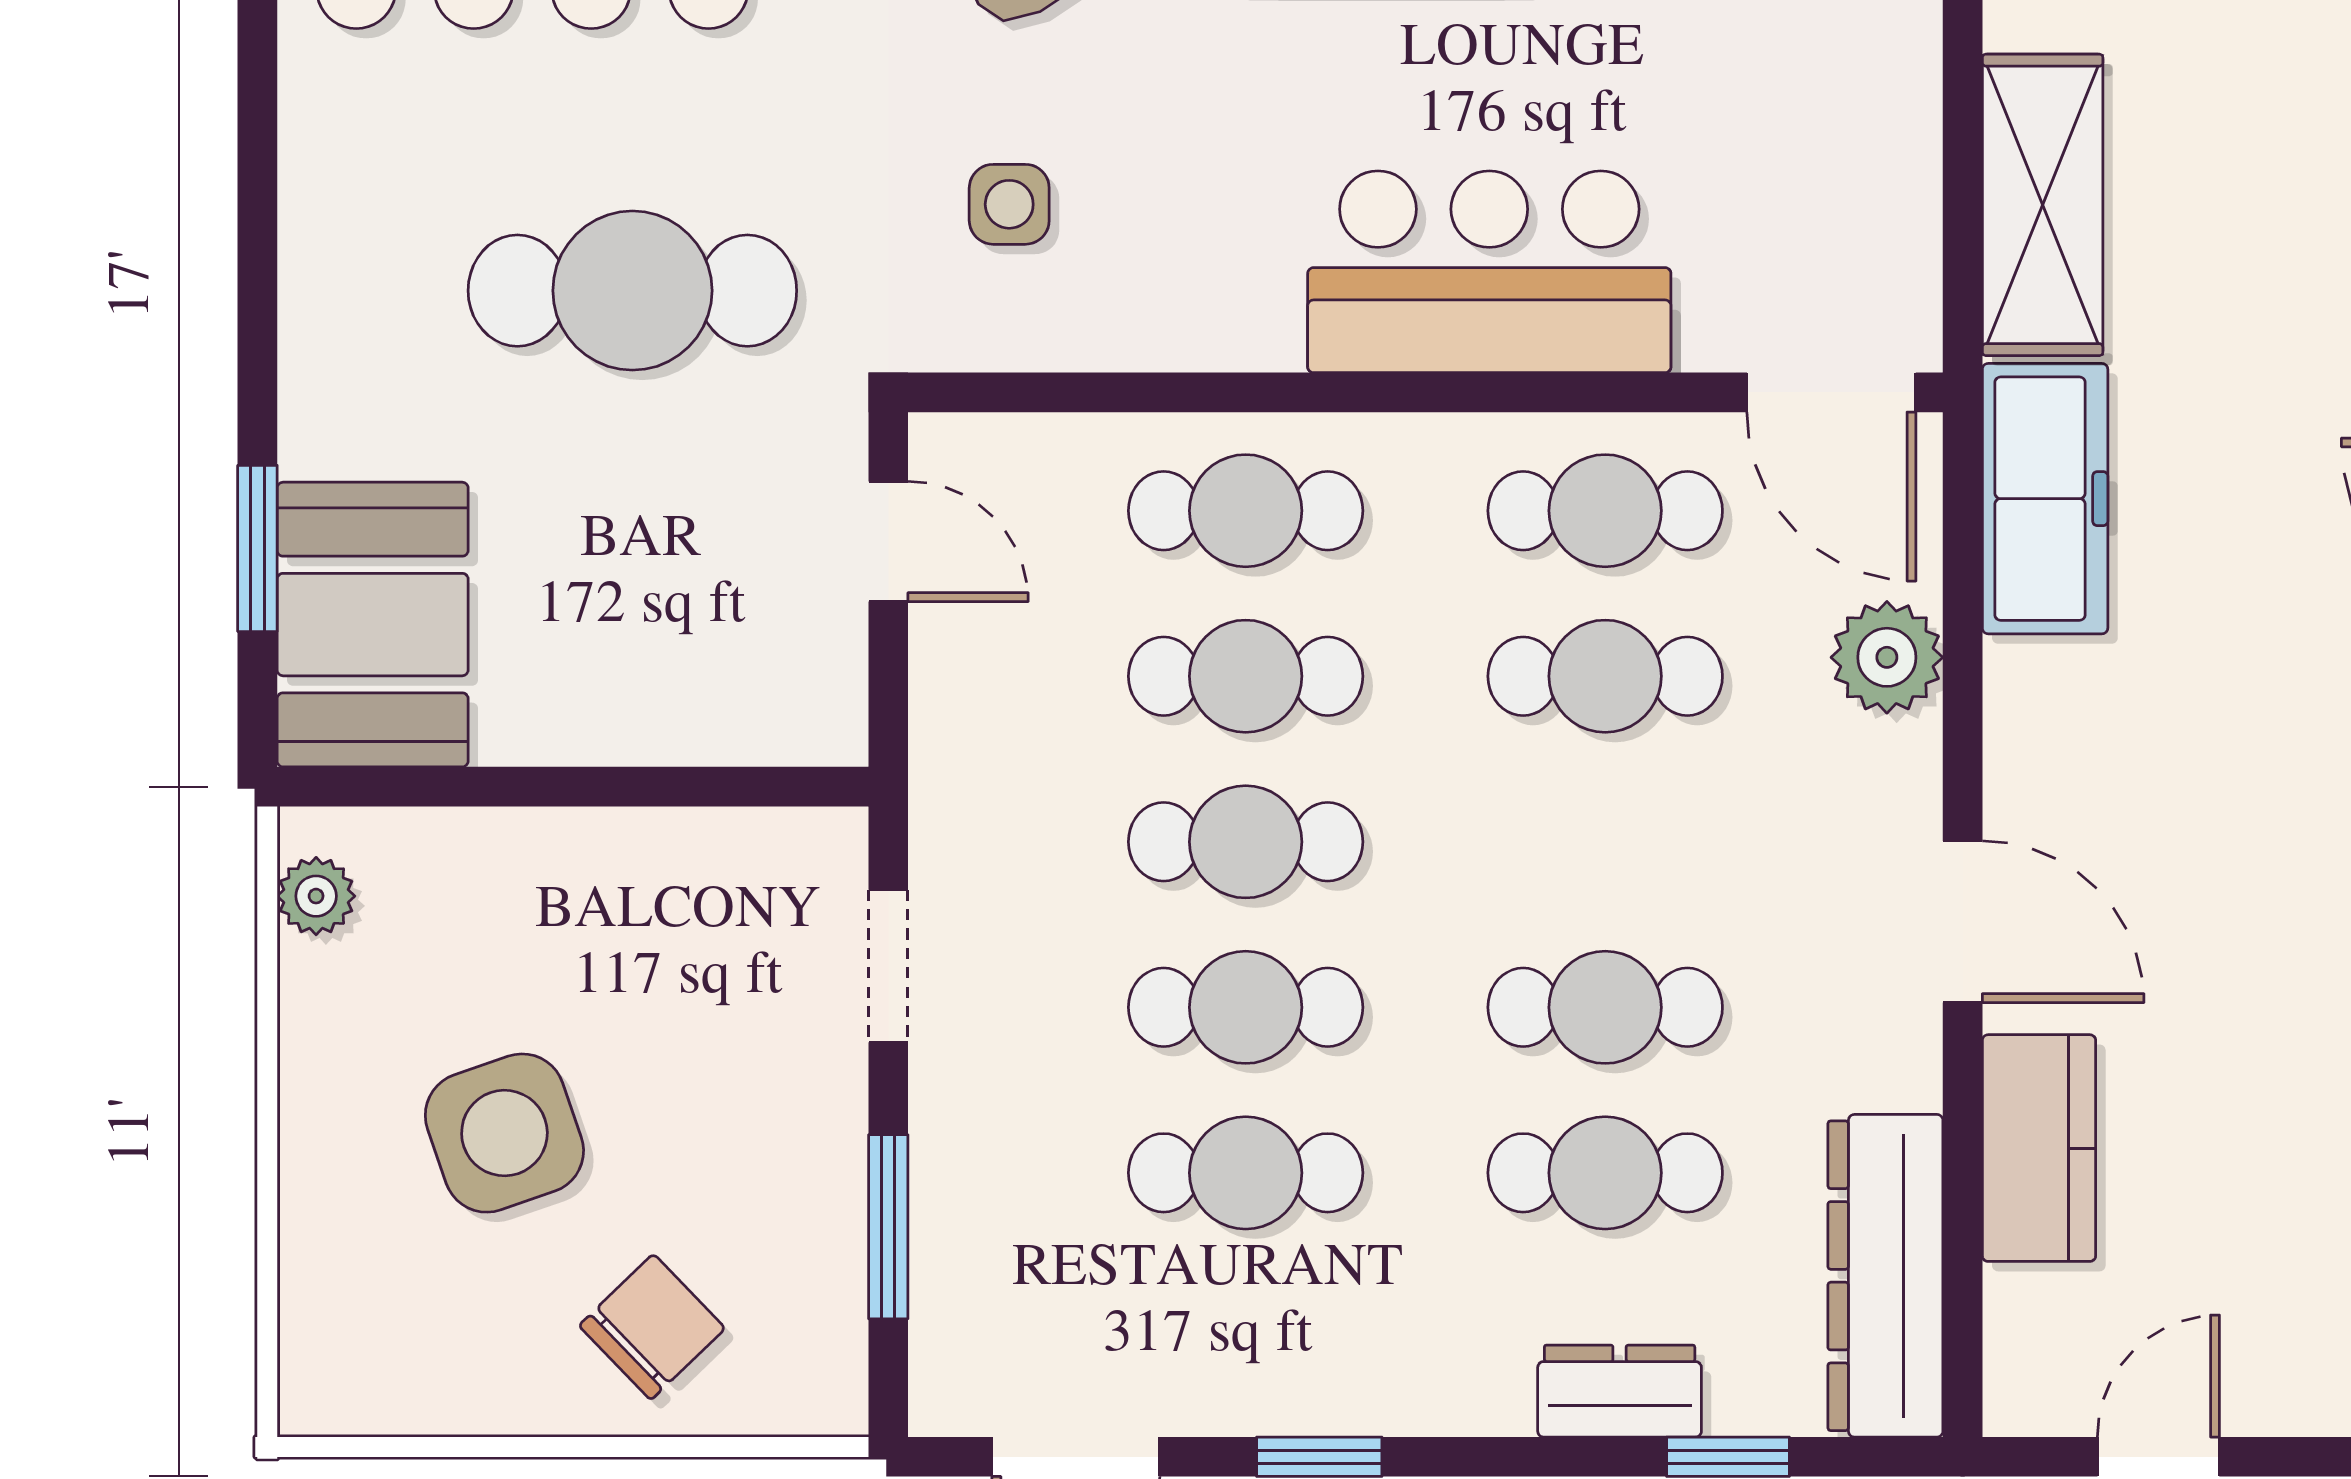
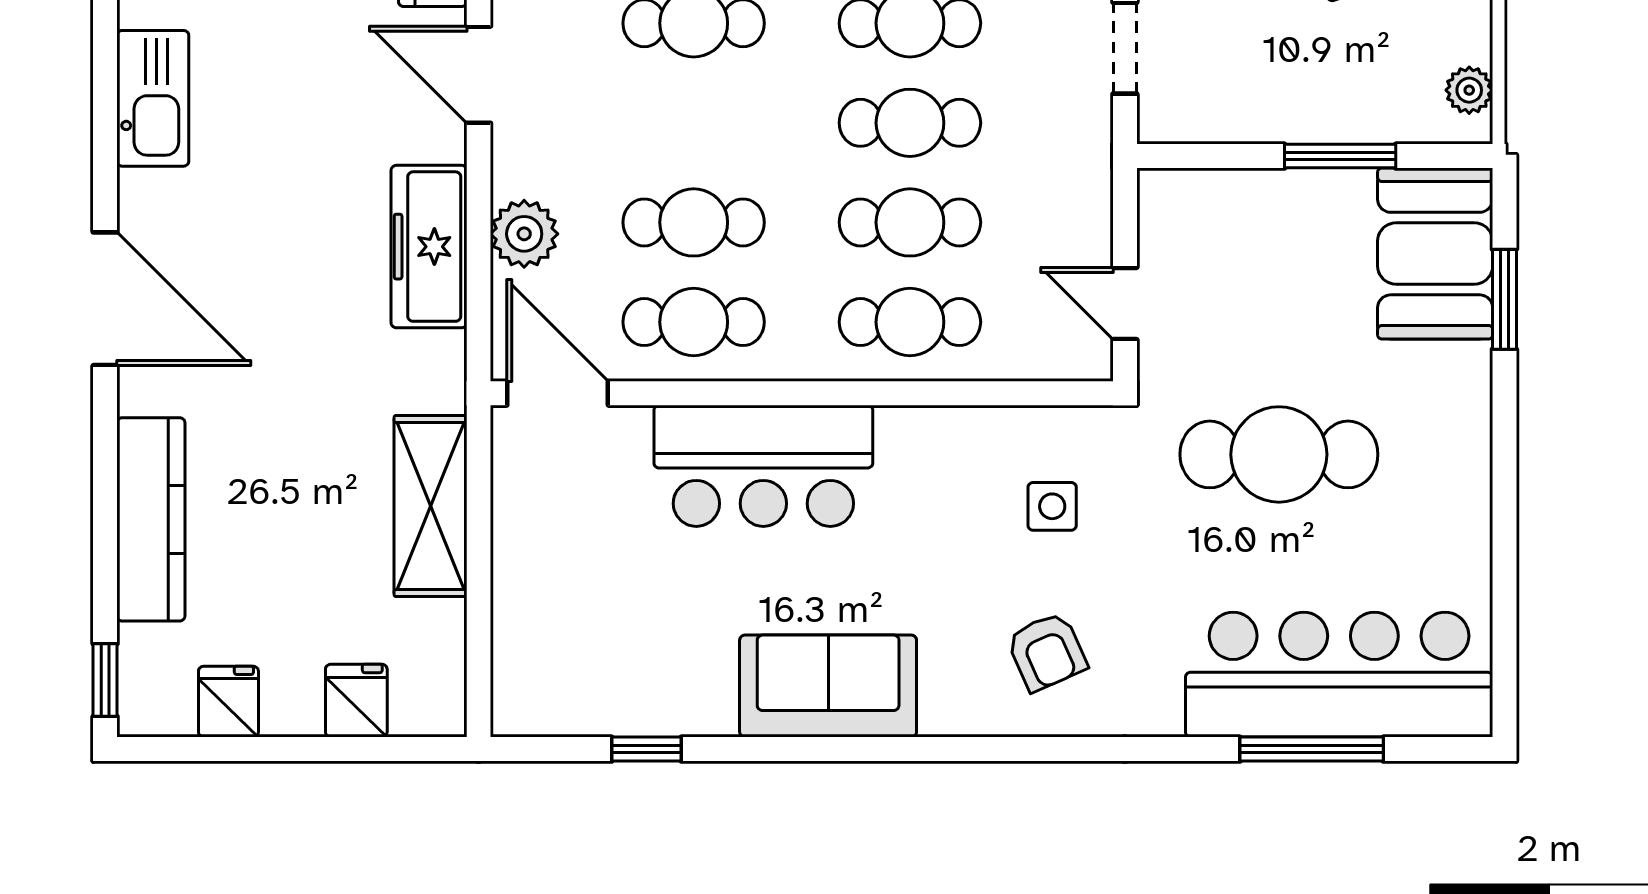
freezer: (2045, 499) -> (429, 247), moved
window: (531, 787) -> (1340, 156), added

